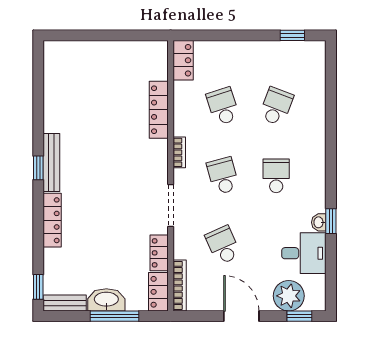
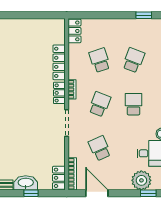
school desk: (223, 176) -> (100, 104), turned 36
locker: (159, 253) -> (59, 93), moved
window: (114, 316) -> (31, 193), width x0.46
door: (241, 316) -> (97, 193), moved

